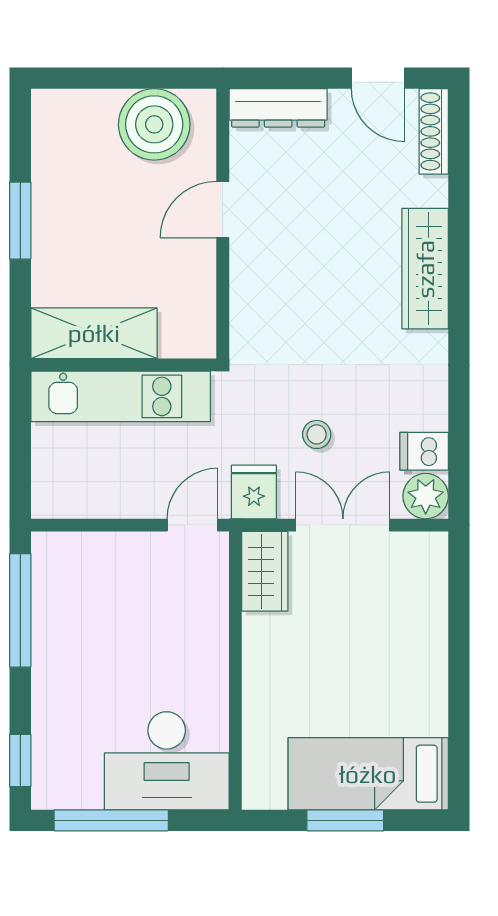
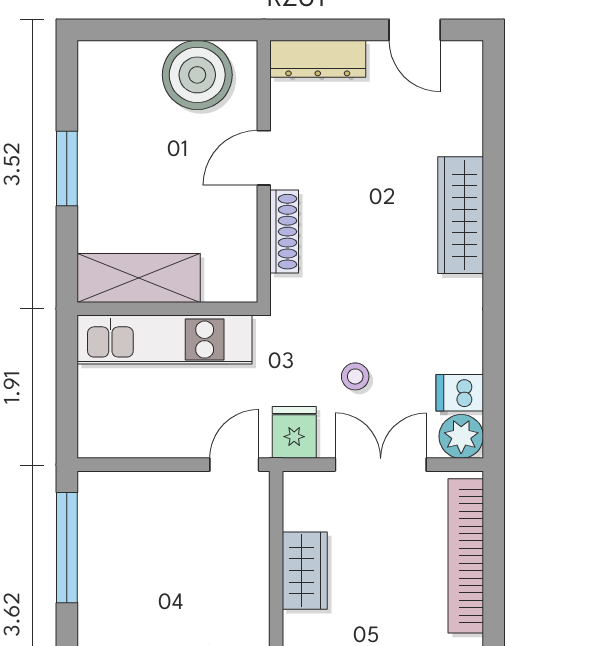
shoe rack: (434, 131) -> (284, 232), moved, turned 180
wardrobe: (265, 571) -> (305, 571), moved
bookcase: (430, 619) -> (466, 556), added

